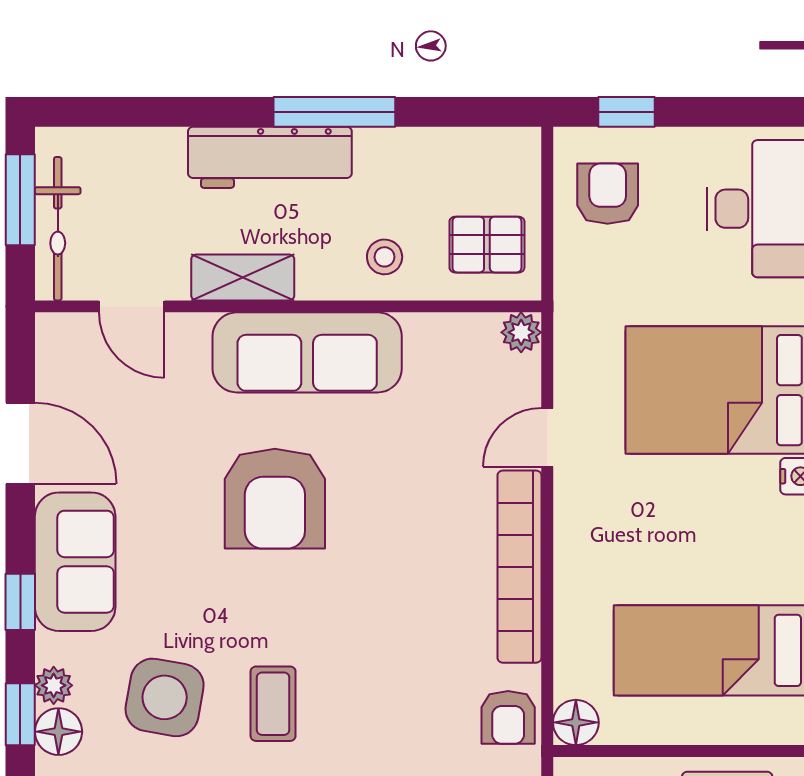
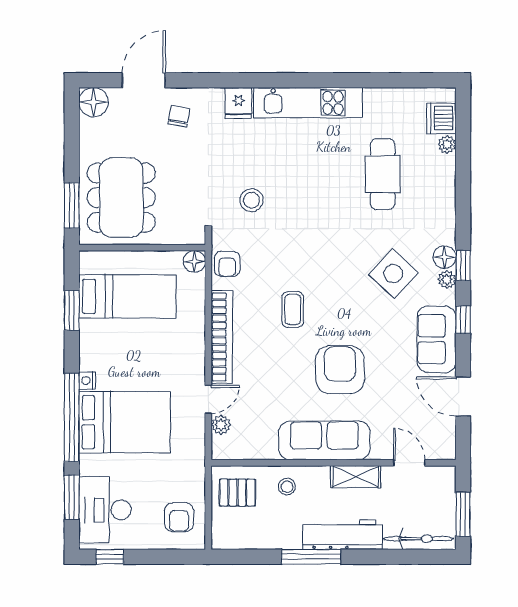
window: (627, 112) -> (110, 557), moved
bicycle: (58, 229) -> (419, 539), moved, turned 90
plant: (521, 332) -> (221, 425), moved
side table: (165, 697) -> (393, 274), turned 33
coffee table: (273, 704) -> (293, 309), moved
armchair: (508, 717) -> (227, 264), turned 180

